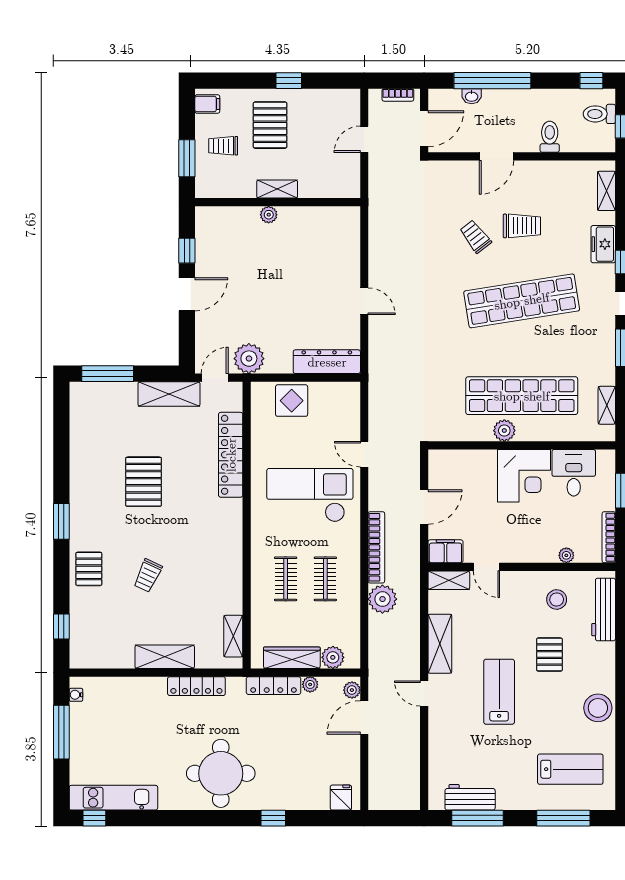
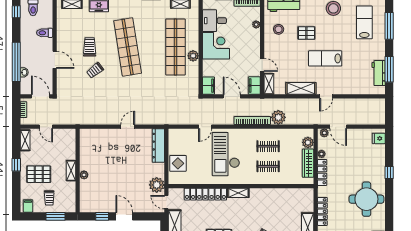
shelving: (337, 98) -> (25, 140), added
filing cabinet: (445, 461) -> (209, 86), added
door: (486, 567) -> (262, 65), hinge flipped
shelving: (233, 636) -> (238, 193), moved

